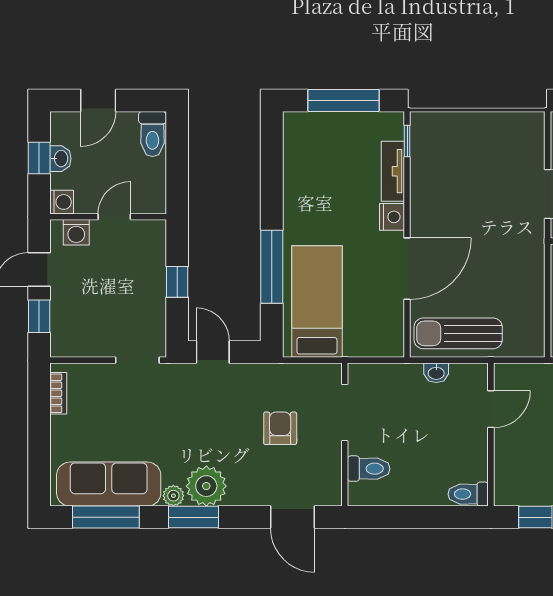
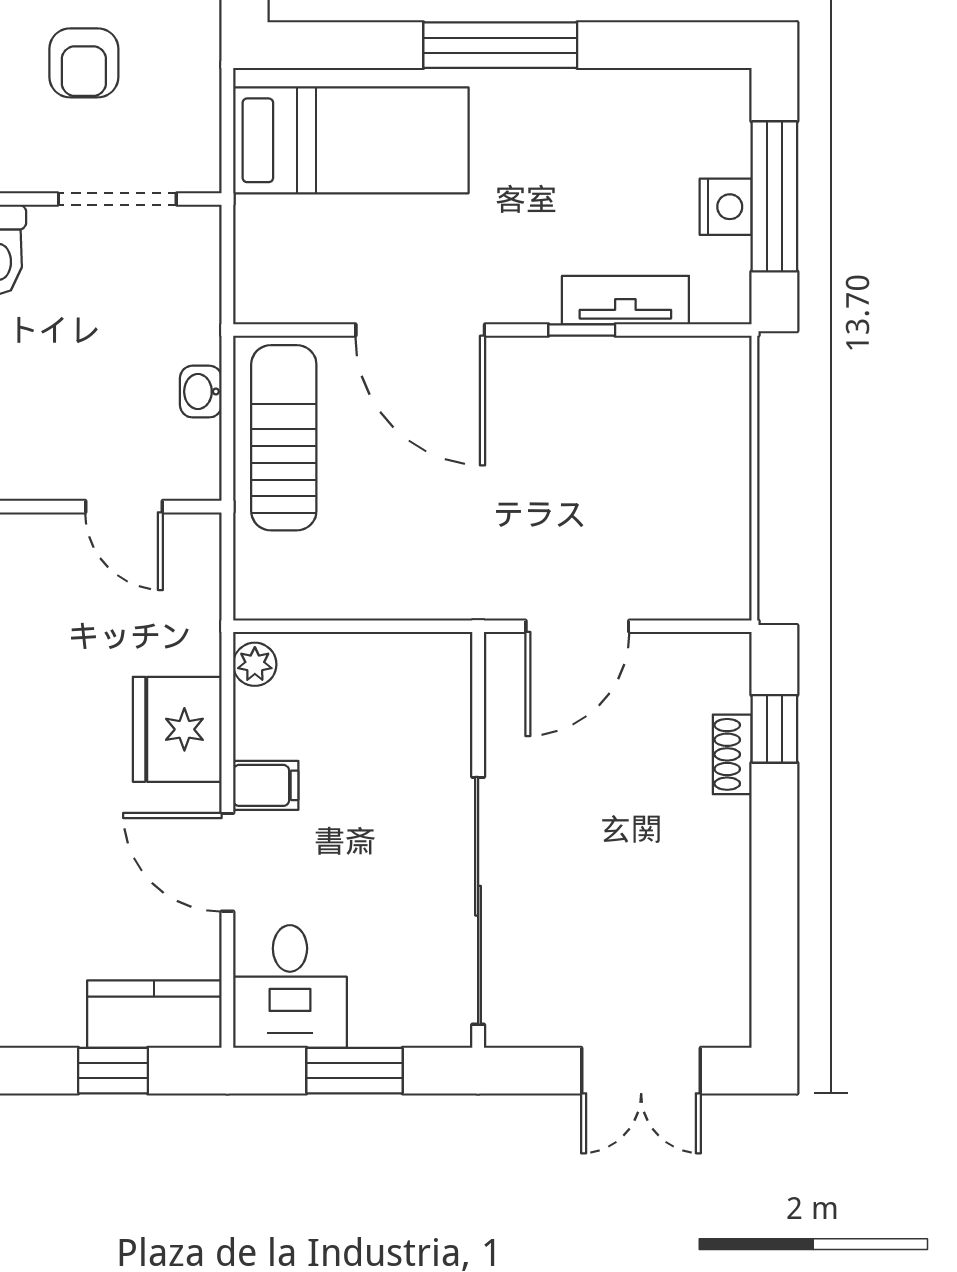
window: (407, 141) -> (582, 330), moved
nightstand: (392, 217) -> (726, 207), moved, turned -90
window: (272, 267) -> (500, 45), moved
armchair: (280, 428) -> (84, 63), turned 90

